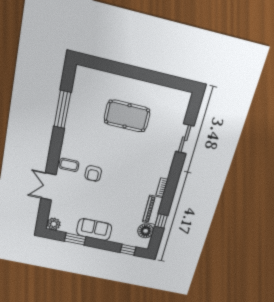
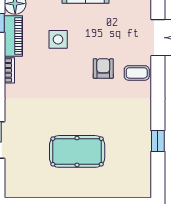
window: (62, 109) -> (158, 141), width x0.46
side table: (121, 201) -> (58, 39), added

